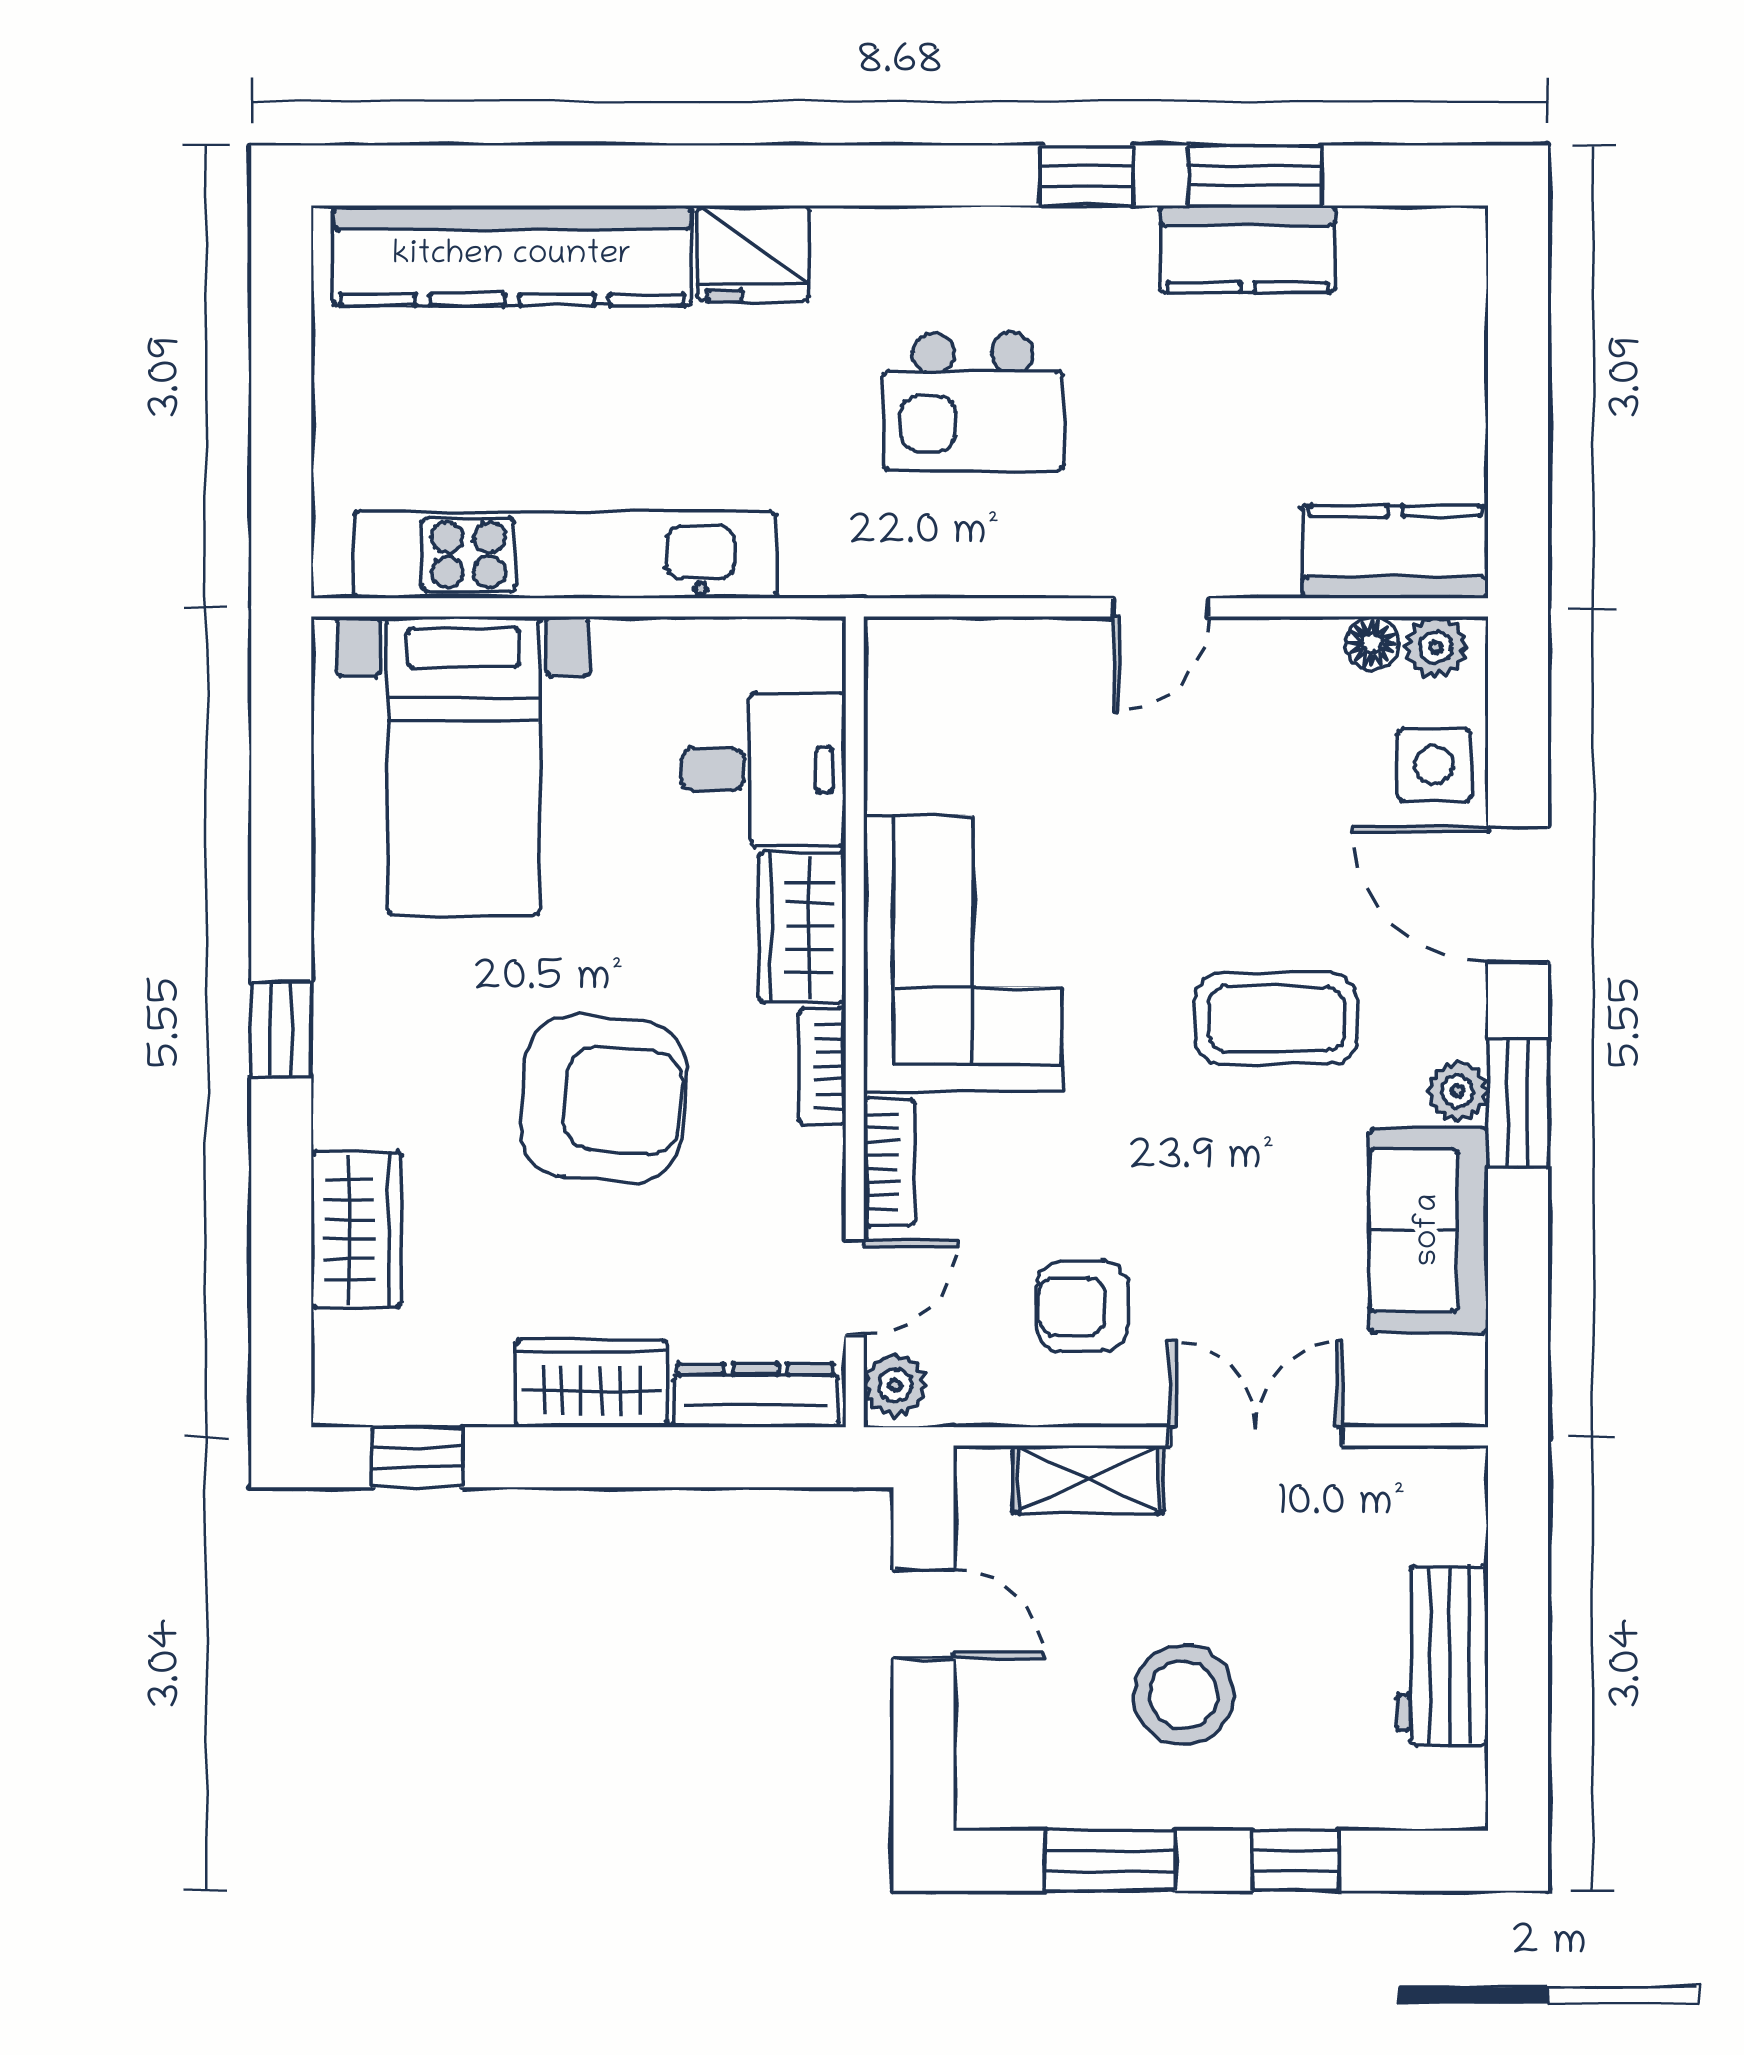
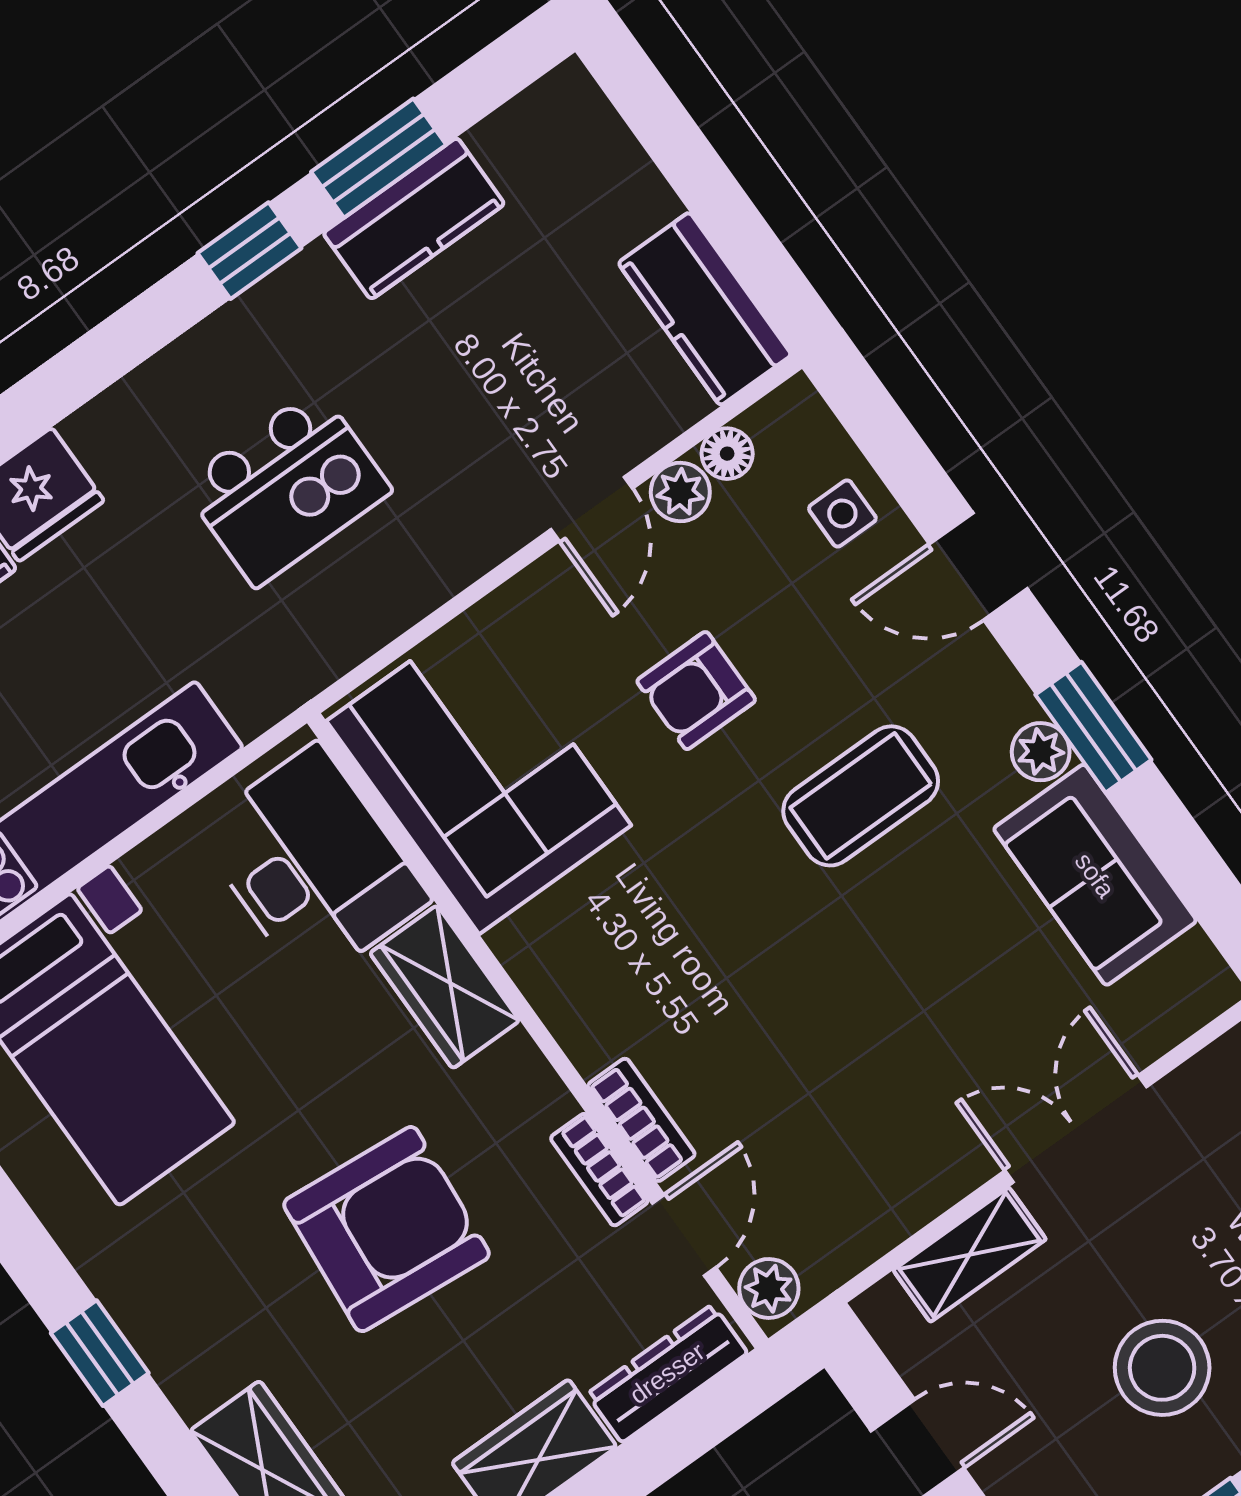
kitchen counter: (1395, 552) -> (705, 309), moved, turned -90
door: (1161, 607) -> (592, 509), moved
plant: (1436, 647) -> (680, 492), moved
side table: (1434, 765) -> (842, 513), width x0.73, depth x0.73
desk: (764, 770) -> (312, 865), width x1.37
door: (1518, 894) -> (978, 566), width x0.73
corner sofa: (963, 954) -> (479, 773), moved
bookcase: (823, 1067) -> (599, 1170), moved
armchair: (1082, 1306) -> (696, 691), moved

